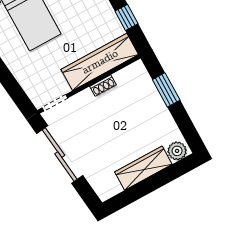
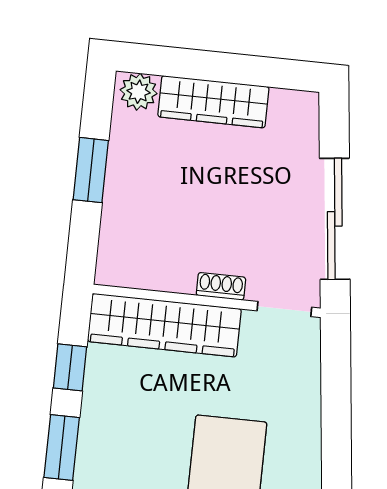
shoe rack: (103, 86) -> (221, 286), moved
window: (166, 90) -> (91, 170), moved

